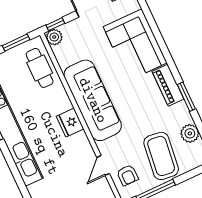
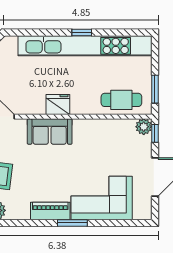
window: (186, 97) -> (72, 223), moved
sofa: (93, 100) -> (50, 131), width x0.54, depth x0.79

